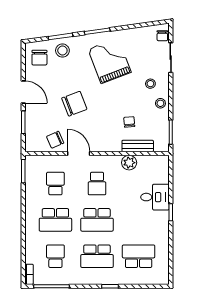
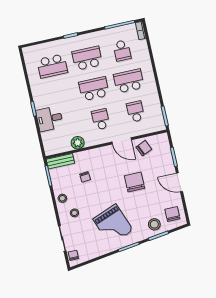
chair: (74, 104) -> (135, 182), turned 111
bench: (138, 146) -> (60, 161), moved
school desk: (55, 184) -> (135, 111), turned 180

